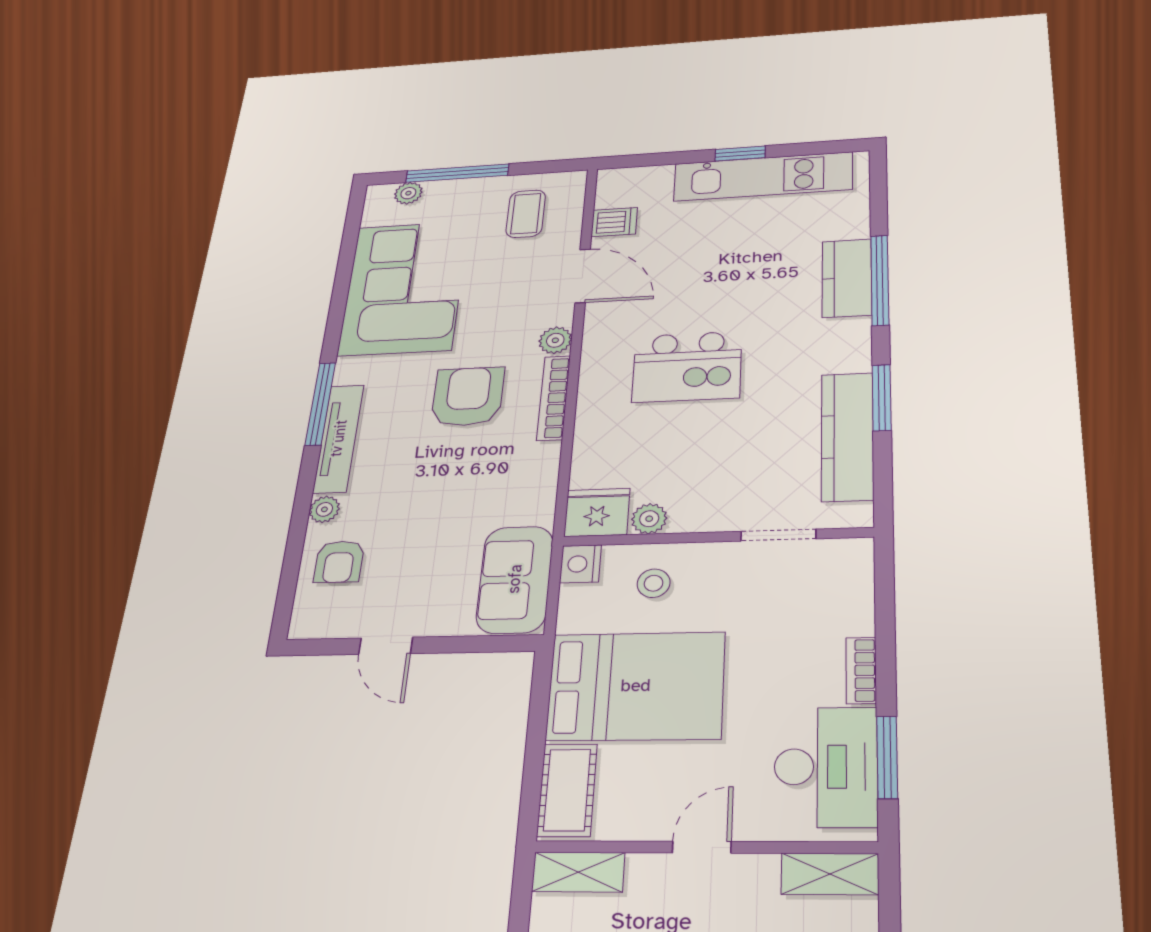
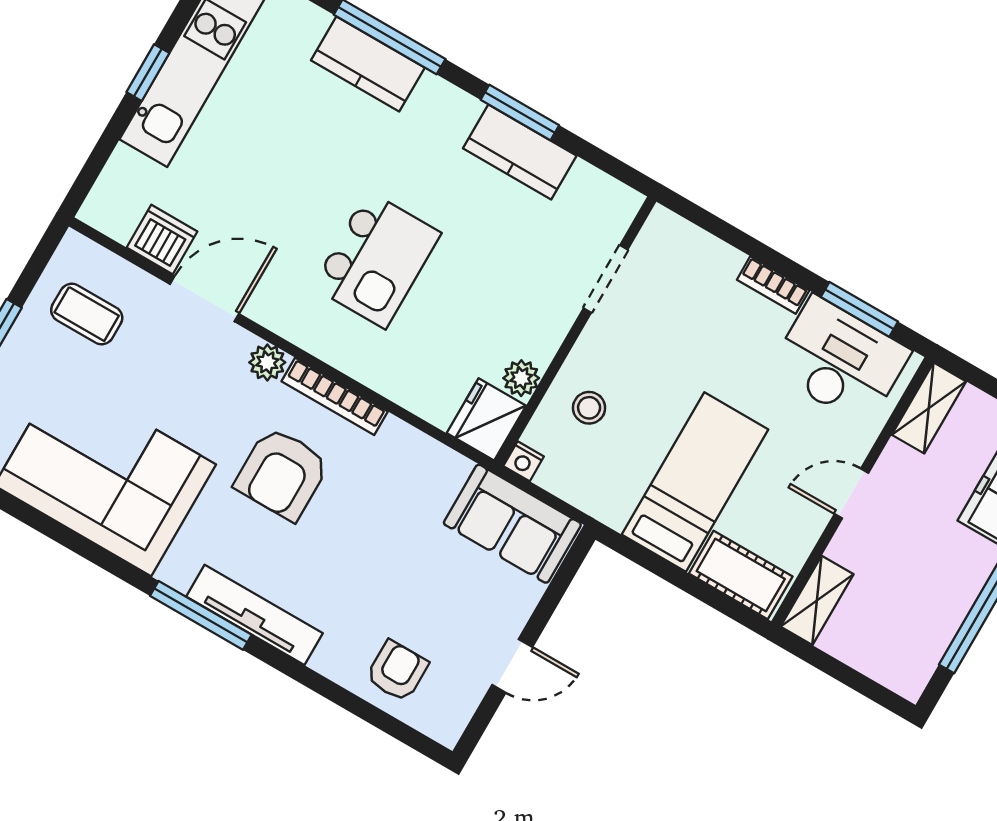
dishwasher: (614, 222) -> (162, 240), width x1.38
armchair: (468, 396) -> (282, 474), turned -90
kitchen counter: (847, 436) -> (520, 152), width x0.67
plant: (324, 509) -> (330, 661), removed
armchair: (339, 562) -> (397, 671), turned -90
nightstand: (580, 564) -> (524, 461), width x0.72, depth x0.74
bed: (636, 686) -> (695, 482), width x0.67
door: (702, 847) -> (851, 494), hinge flipped

